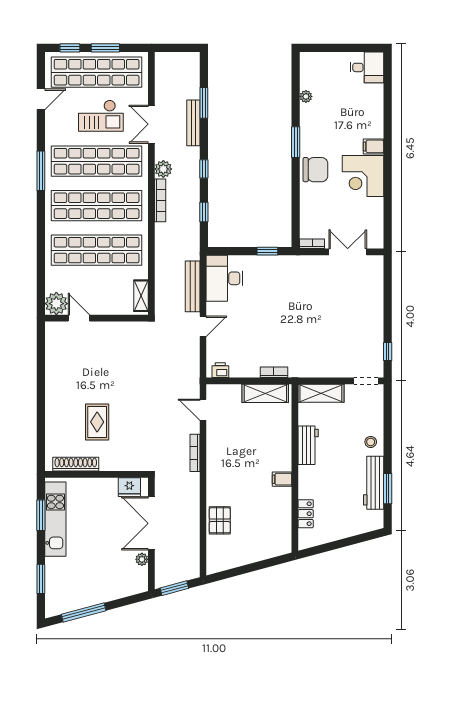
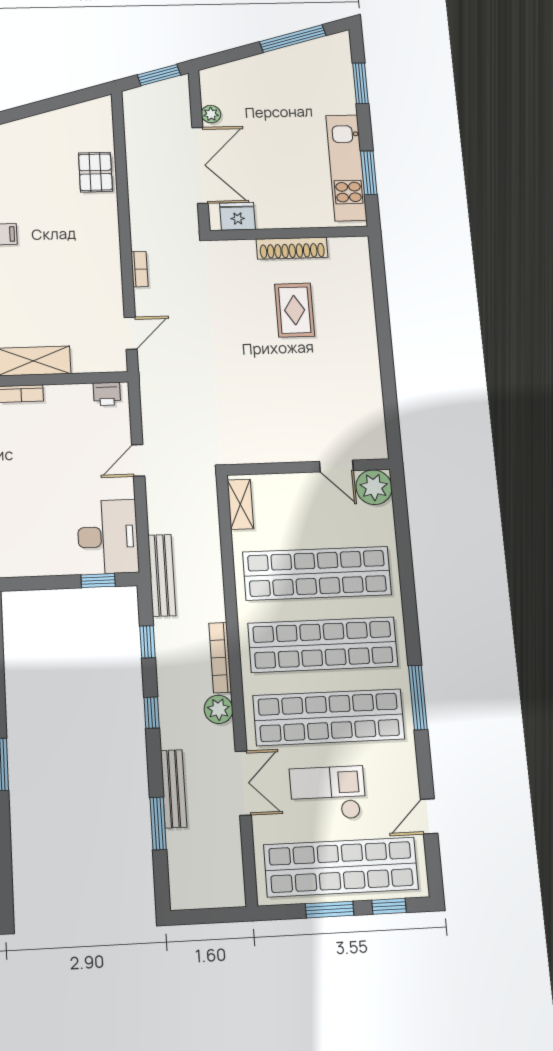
window: (267, 251) -> (98, 581), moved
bench: (193, 286) -> (162, 575), moved
door: (203, 410) -> (131, 333), hinge flipped
bookcase: (195, 453) -> (139, 269), width x0.64
shoe rack: (76, 464) -> (292, 248), moved

